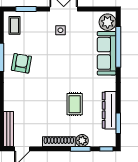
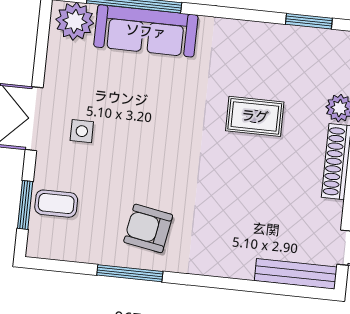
coffee table: (15, 25) -> (56, 204), moved
dresser: (109, 110) -> (277, 39), removed

